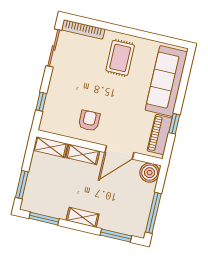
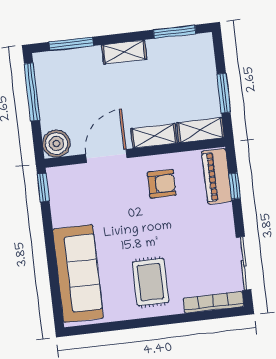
armchair: (89, 121) -> (162, 184), turned -90
window: (174, 124) -> (43, 187), moved
piano: (160, 134) -> (217, 176), moved, turned 180
window: (22, 185) -> (224, 93), moved

